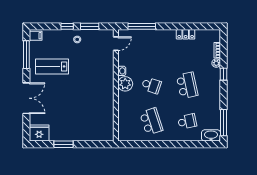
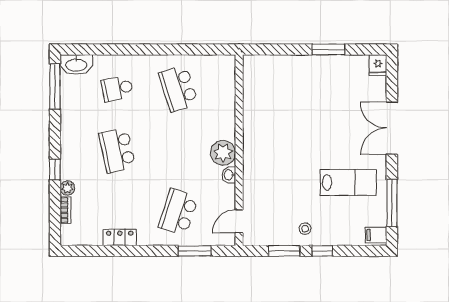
window: (142, 26) -> (195, 251), width x0.69
school desk: (151, 85) -> (178, 212), moved, width x1.85
fridge: (39, 133) -> (378, 65), width x0.53, depth x0.75

